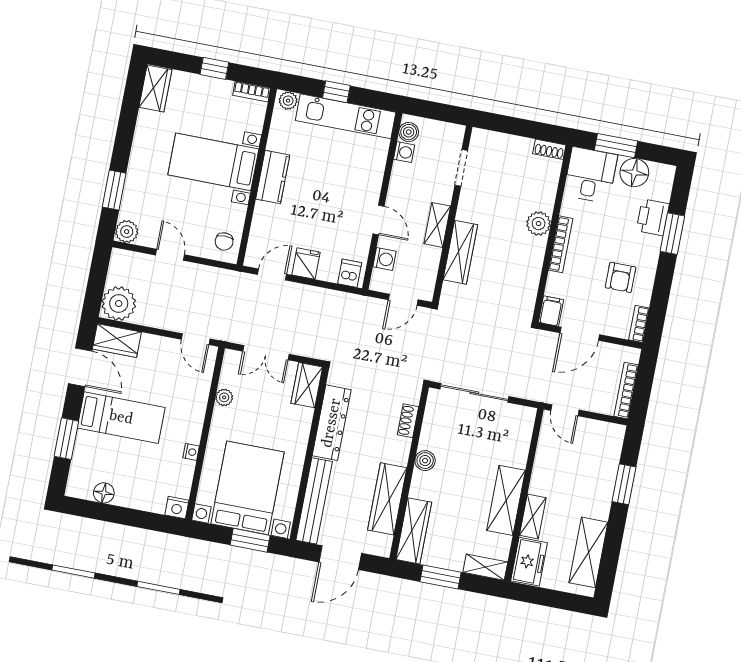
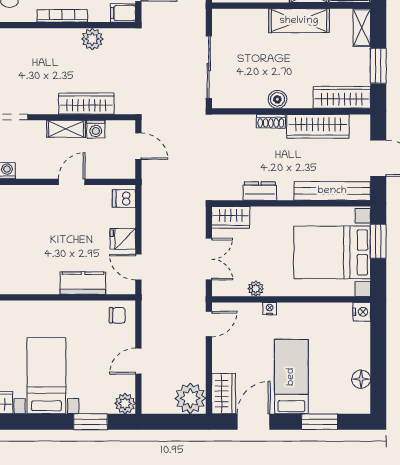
bed with nightstands: (213, 162) -> (46, 376), moved, turned 180
kitchen counter: (273, 177) -> (83, 283), moved
plant: (539, 224) -> (92, 39), moved
washing machine: (384, 259) -> (96, 129), moved, turned 180
shoe rack: (408, 421) -> (271, 121), moved
dresser: (332, 423) -> (260, 191), width x0.51, depth x0.80
nightstand: (191, 452) -> (270, 309), moved

